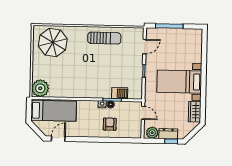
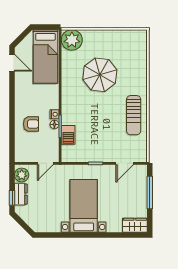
parasol: (53, 43) -> (100, 75), moved
door: (144, 47) -> (125, 163), hinge flipped
wardrobe: (195, 112) -> (135, 225), moved

